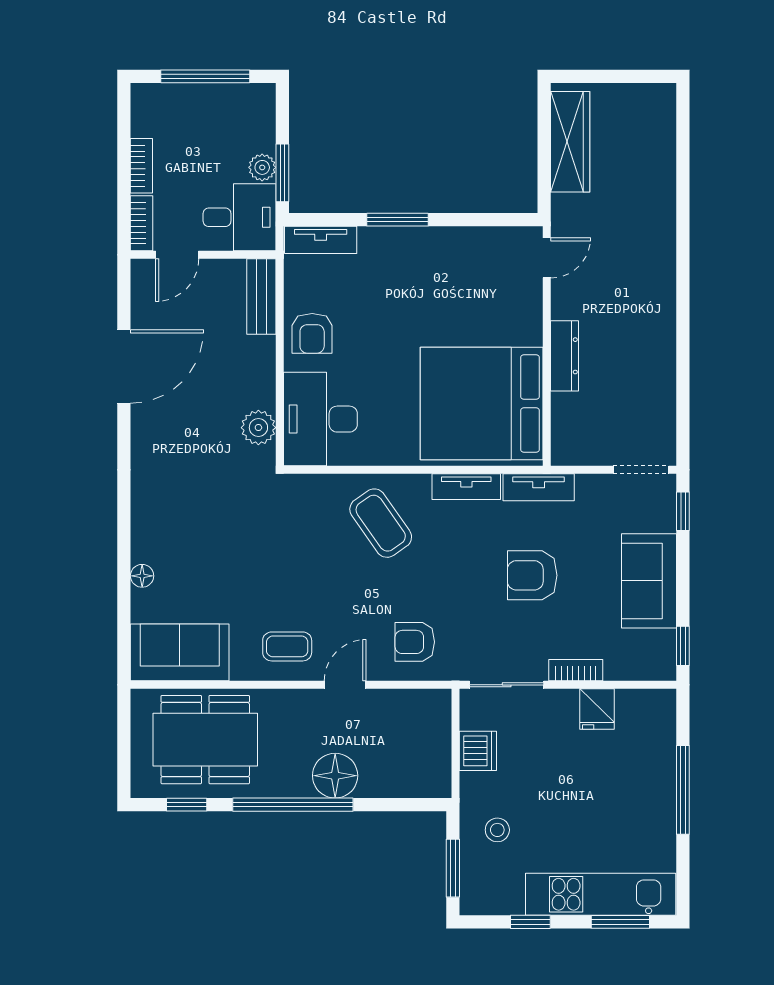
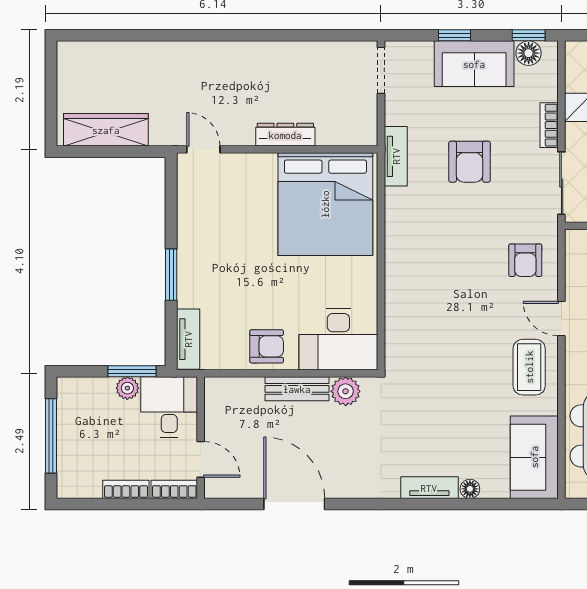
bench: (261, 297) -> (297, 389), moved
tv unit: (466, 487) -> (429, 488), moved, turned -90
window: (683, 511) -> (454, 35), moved
coffee table: (381, 523) -> (426, 289), removed
coffee table: (287, 646) -> (529, 367), width x1.36, depth x1.30
floor lamp: (662, 646) -> (529, 53), added

